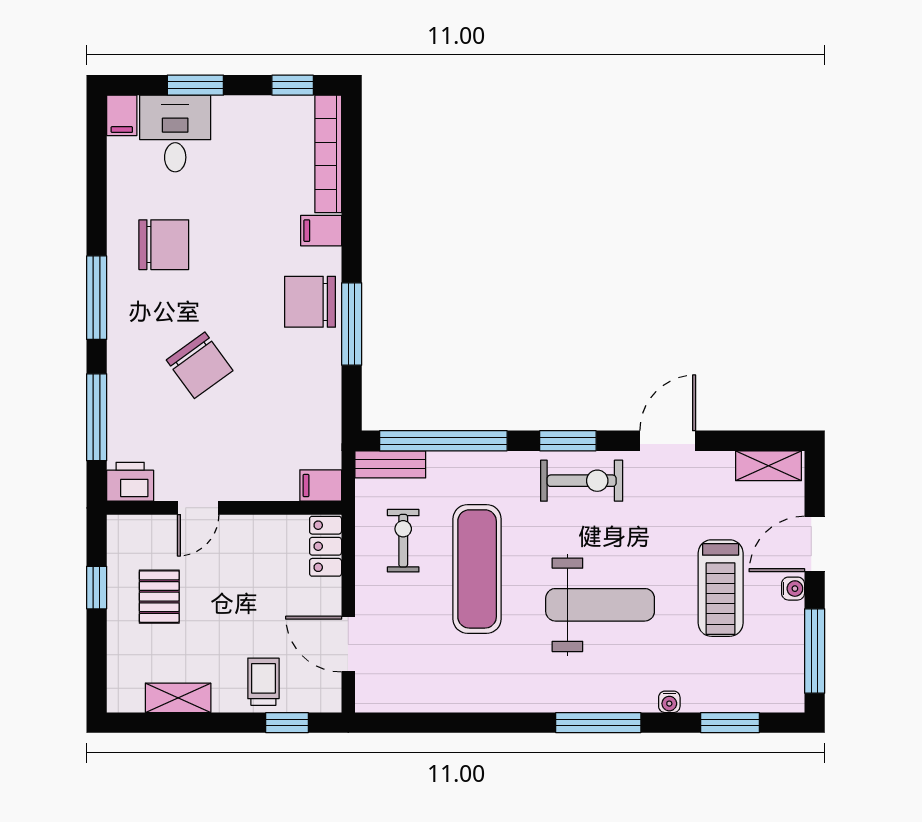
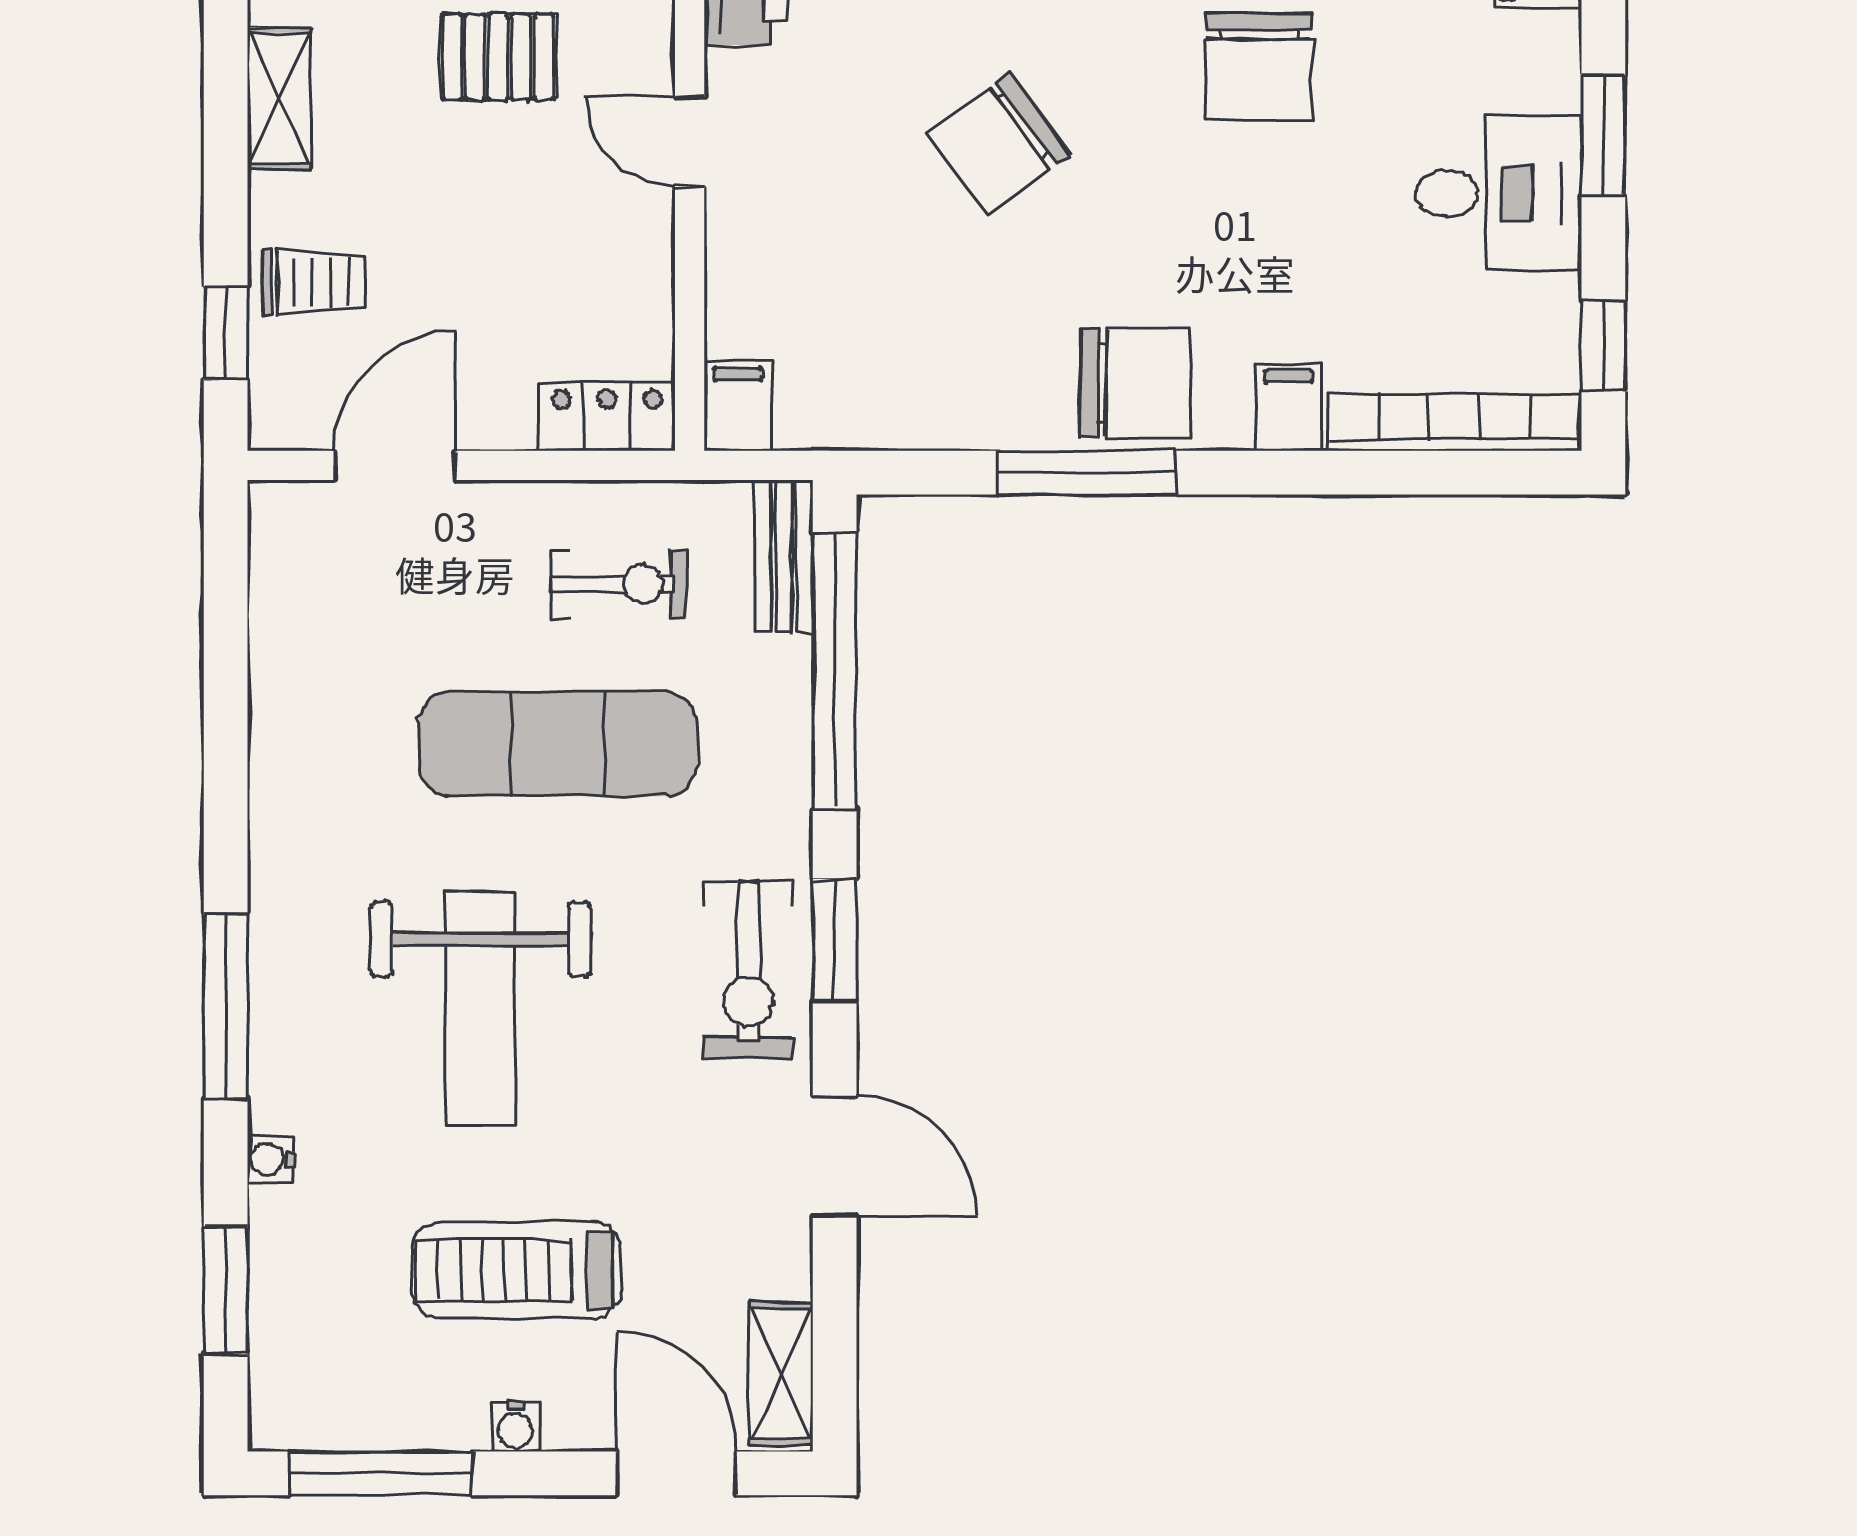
desk: (175, 134) -> (1499, 193), moved
chair: (310, 302) -> (1135, 383), turned 90
door: (815, 544) -> (676, 1473), moved

